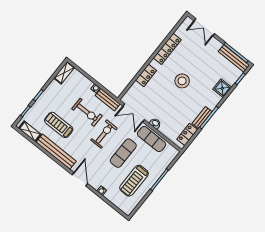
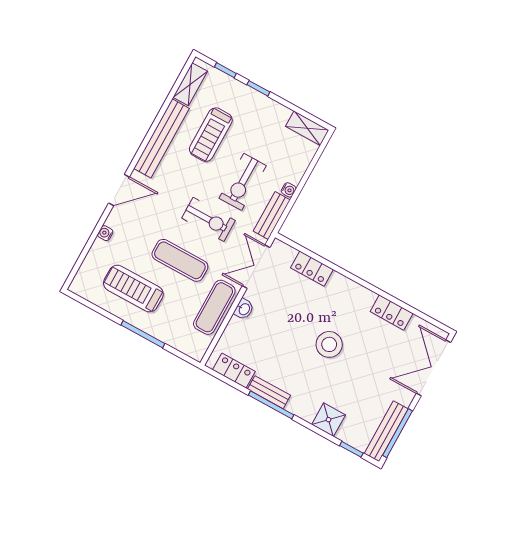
double door: (204, 27) -> (434, 368), width x1.37
locker: (167, 49) -> (392, 313), width x0.66
locker: (146, 75) -> (312, 269), moved
treadmill: (59, 125) -> (211, 135), turned 180

